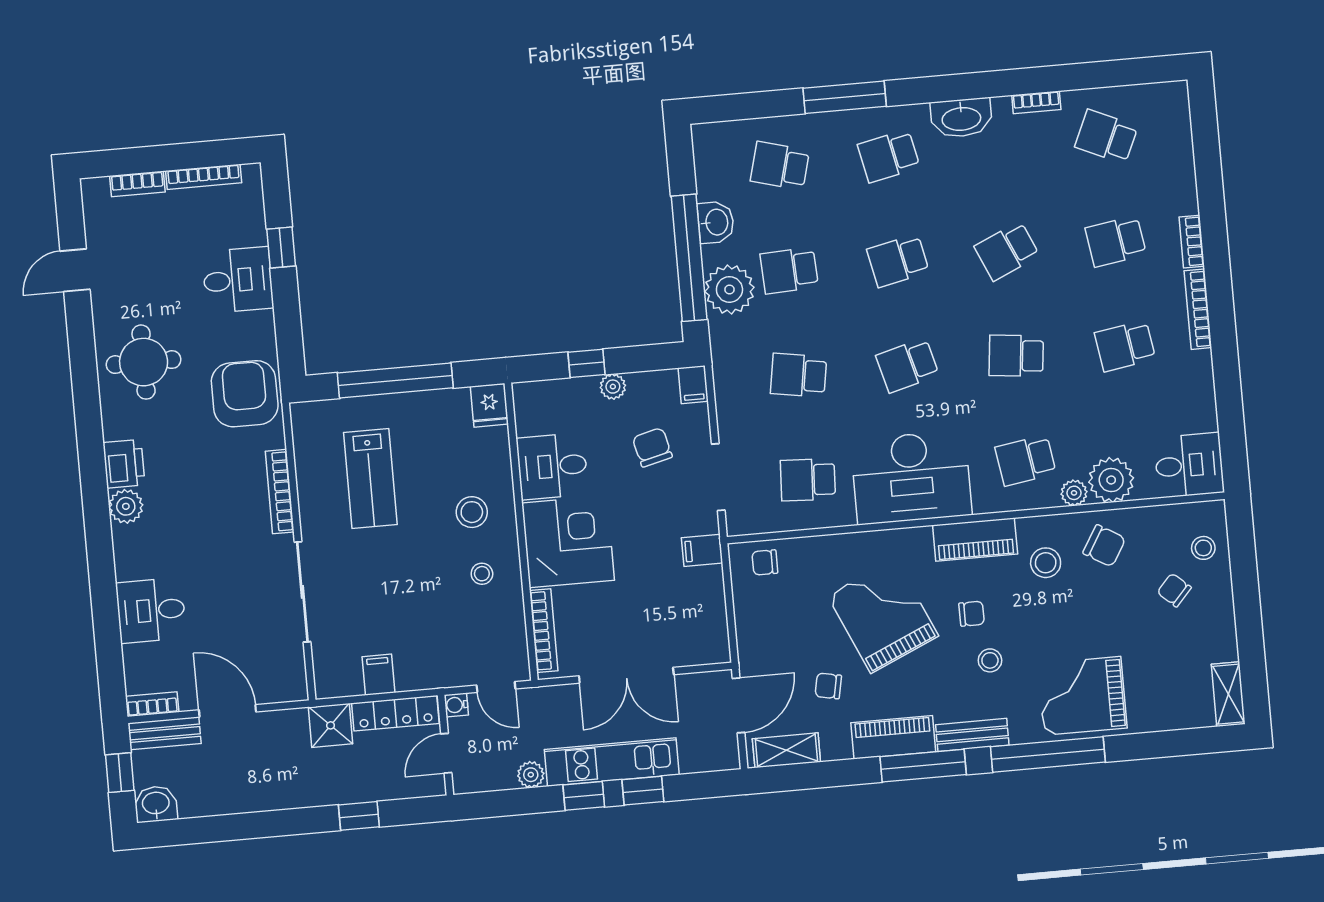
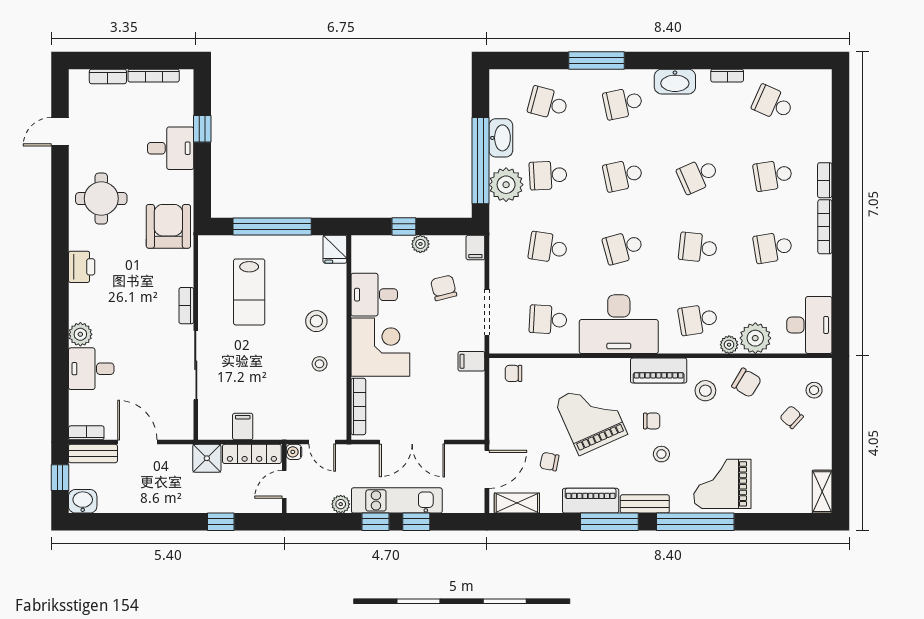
washbasin: (716, 222) -> (501, 138), width x1.38
desk: (1189, 465) -> (809, 325), width x1.37
bookcase: (280, 492) -> (186, 306), width x0.64
plant: (126, 506) -> (80, 334), moved

